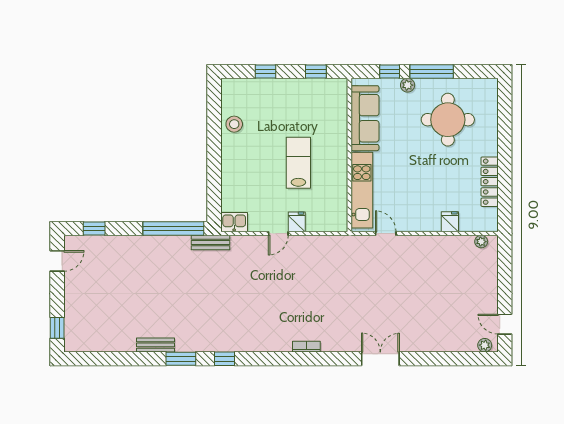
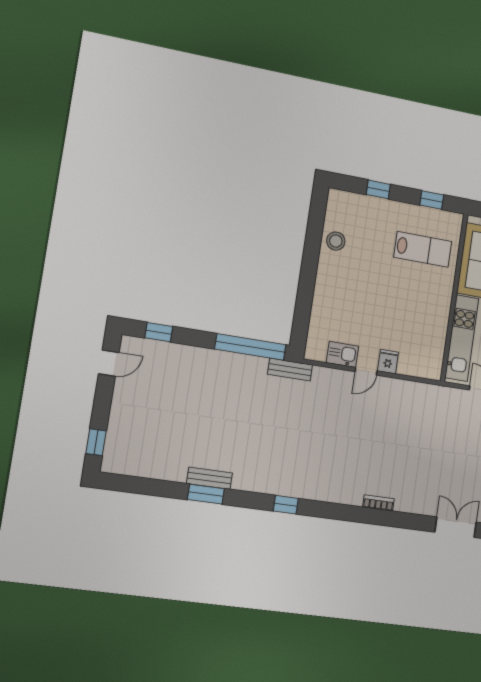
lab bench: (298, 163) -> (423, 249), moved, turned 90
kitchen sink: (234, 222) -> (342, 354), moved
window: (181, 359) -> (206, 494), moved

